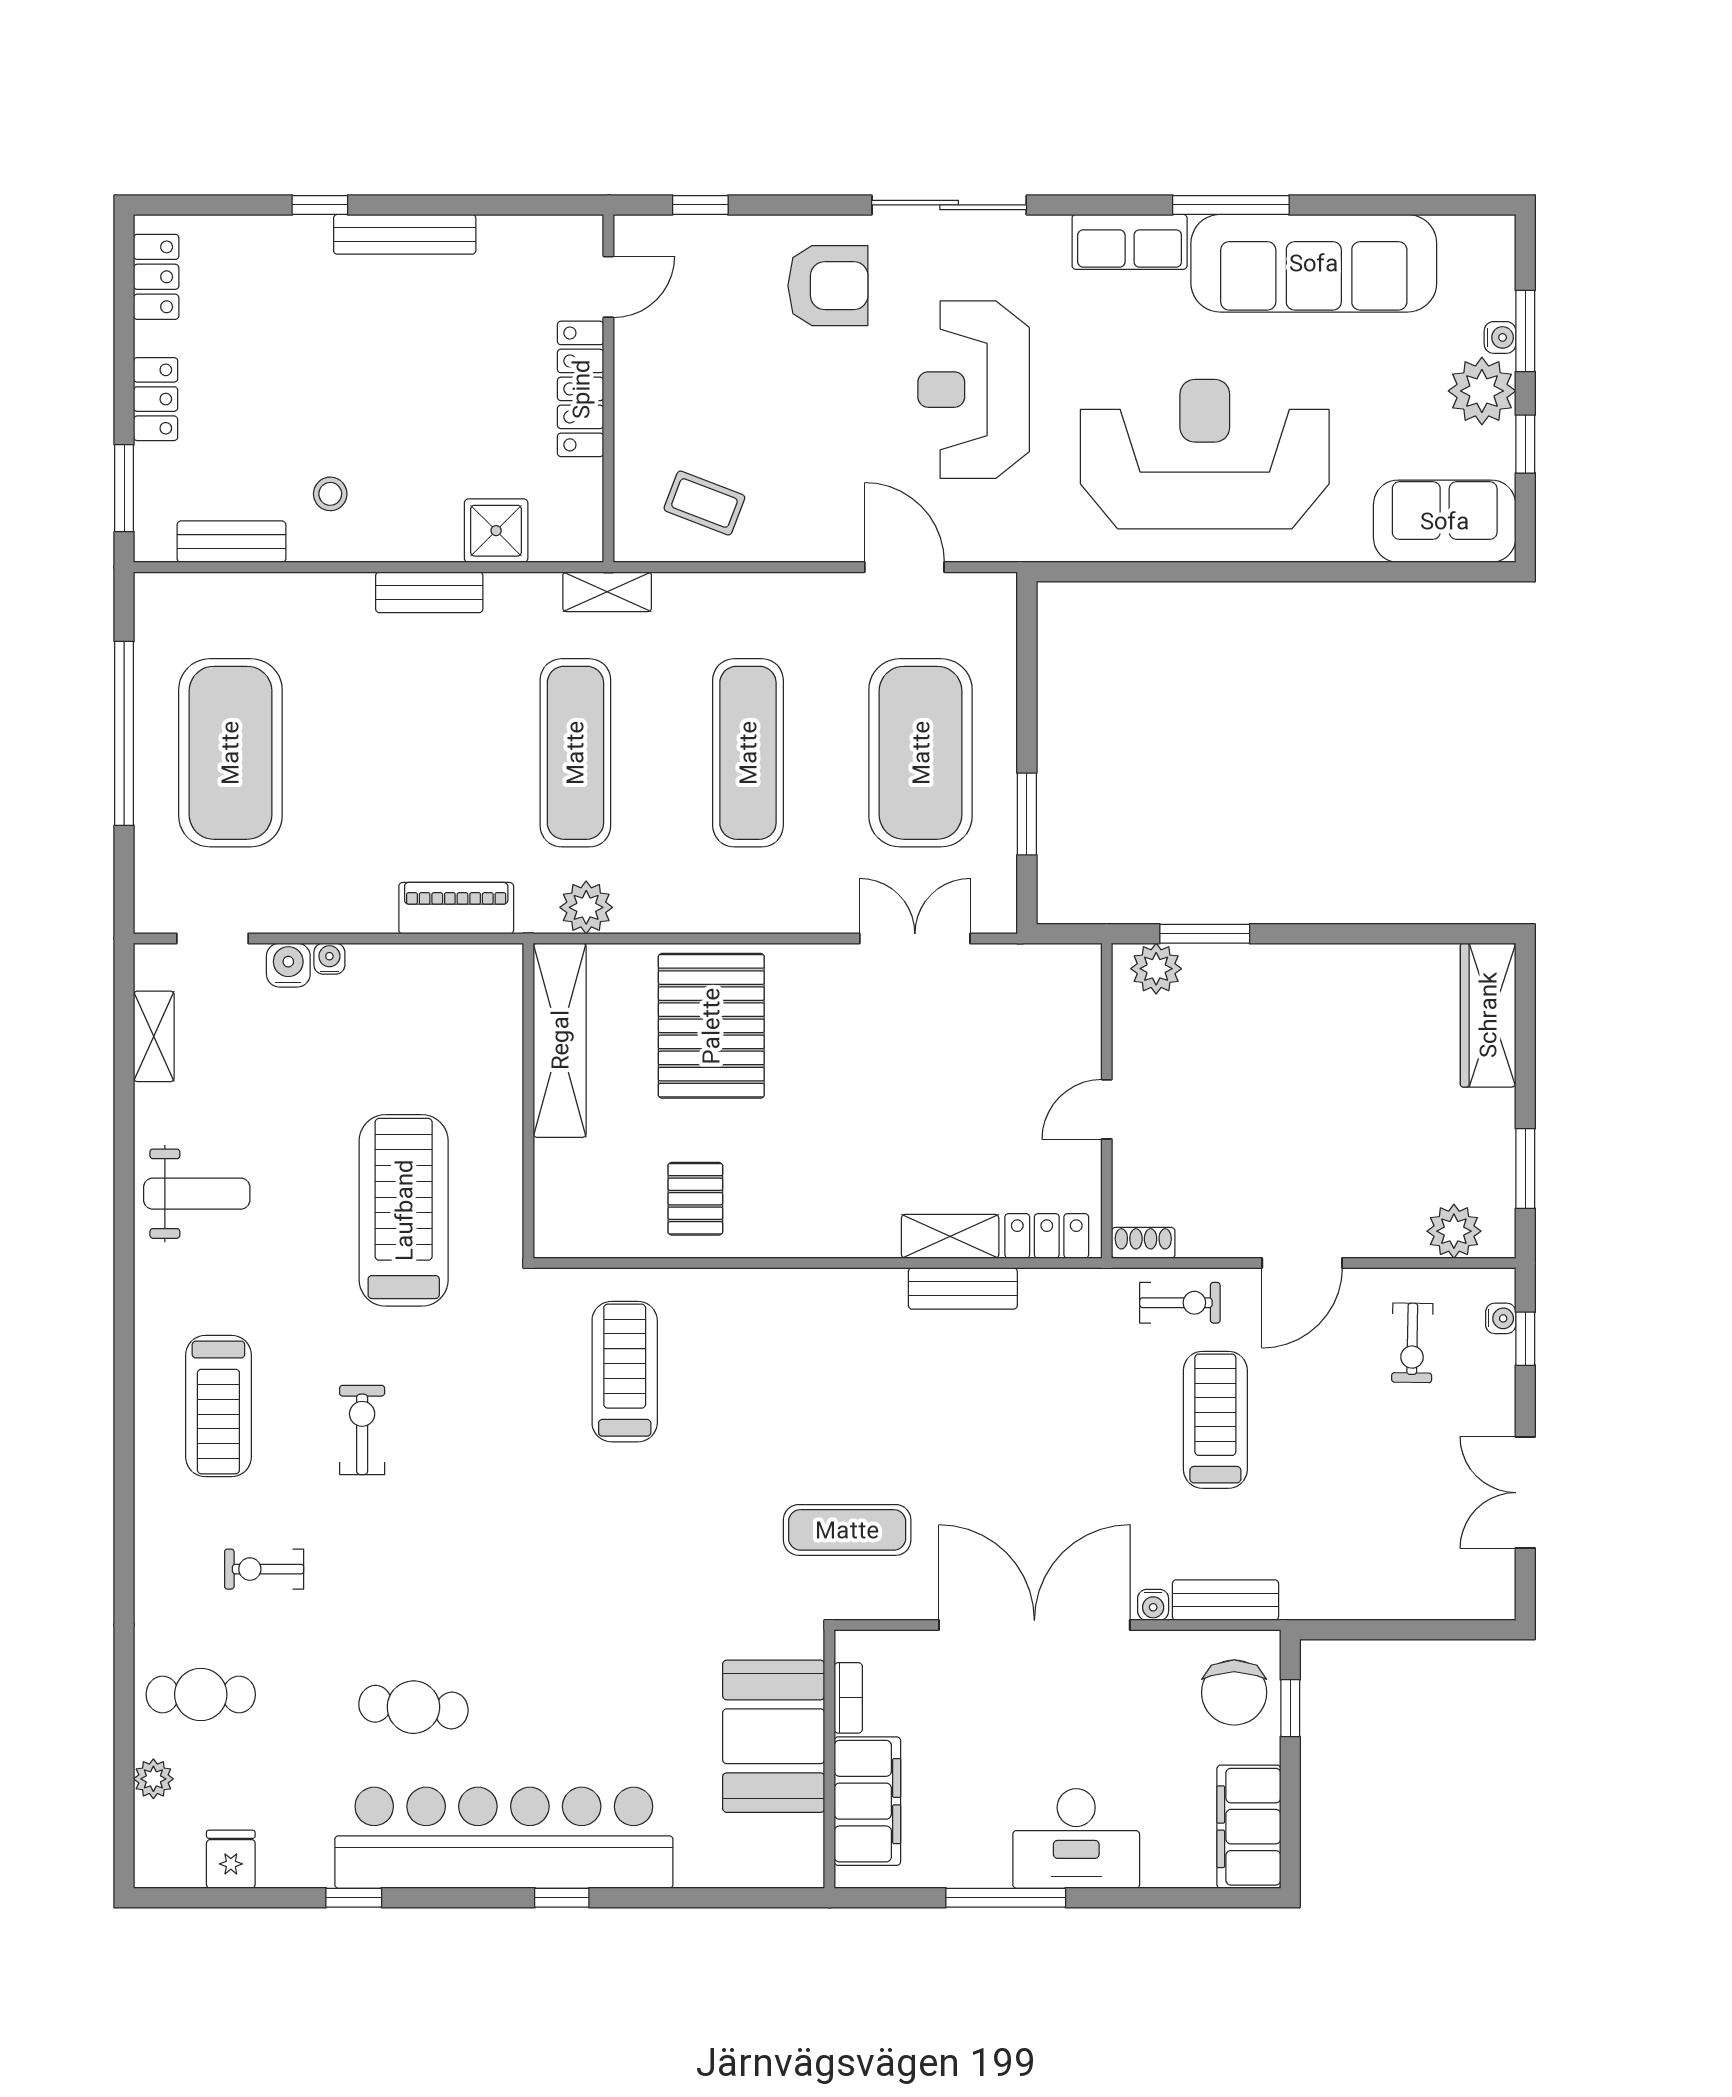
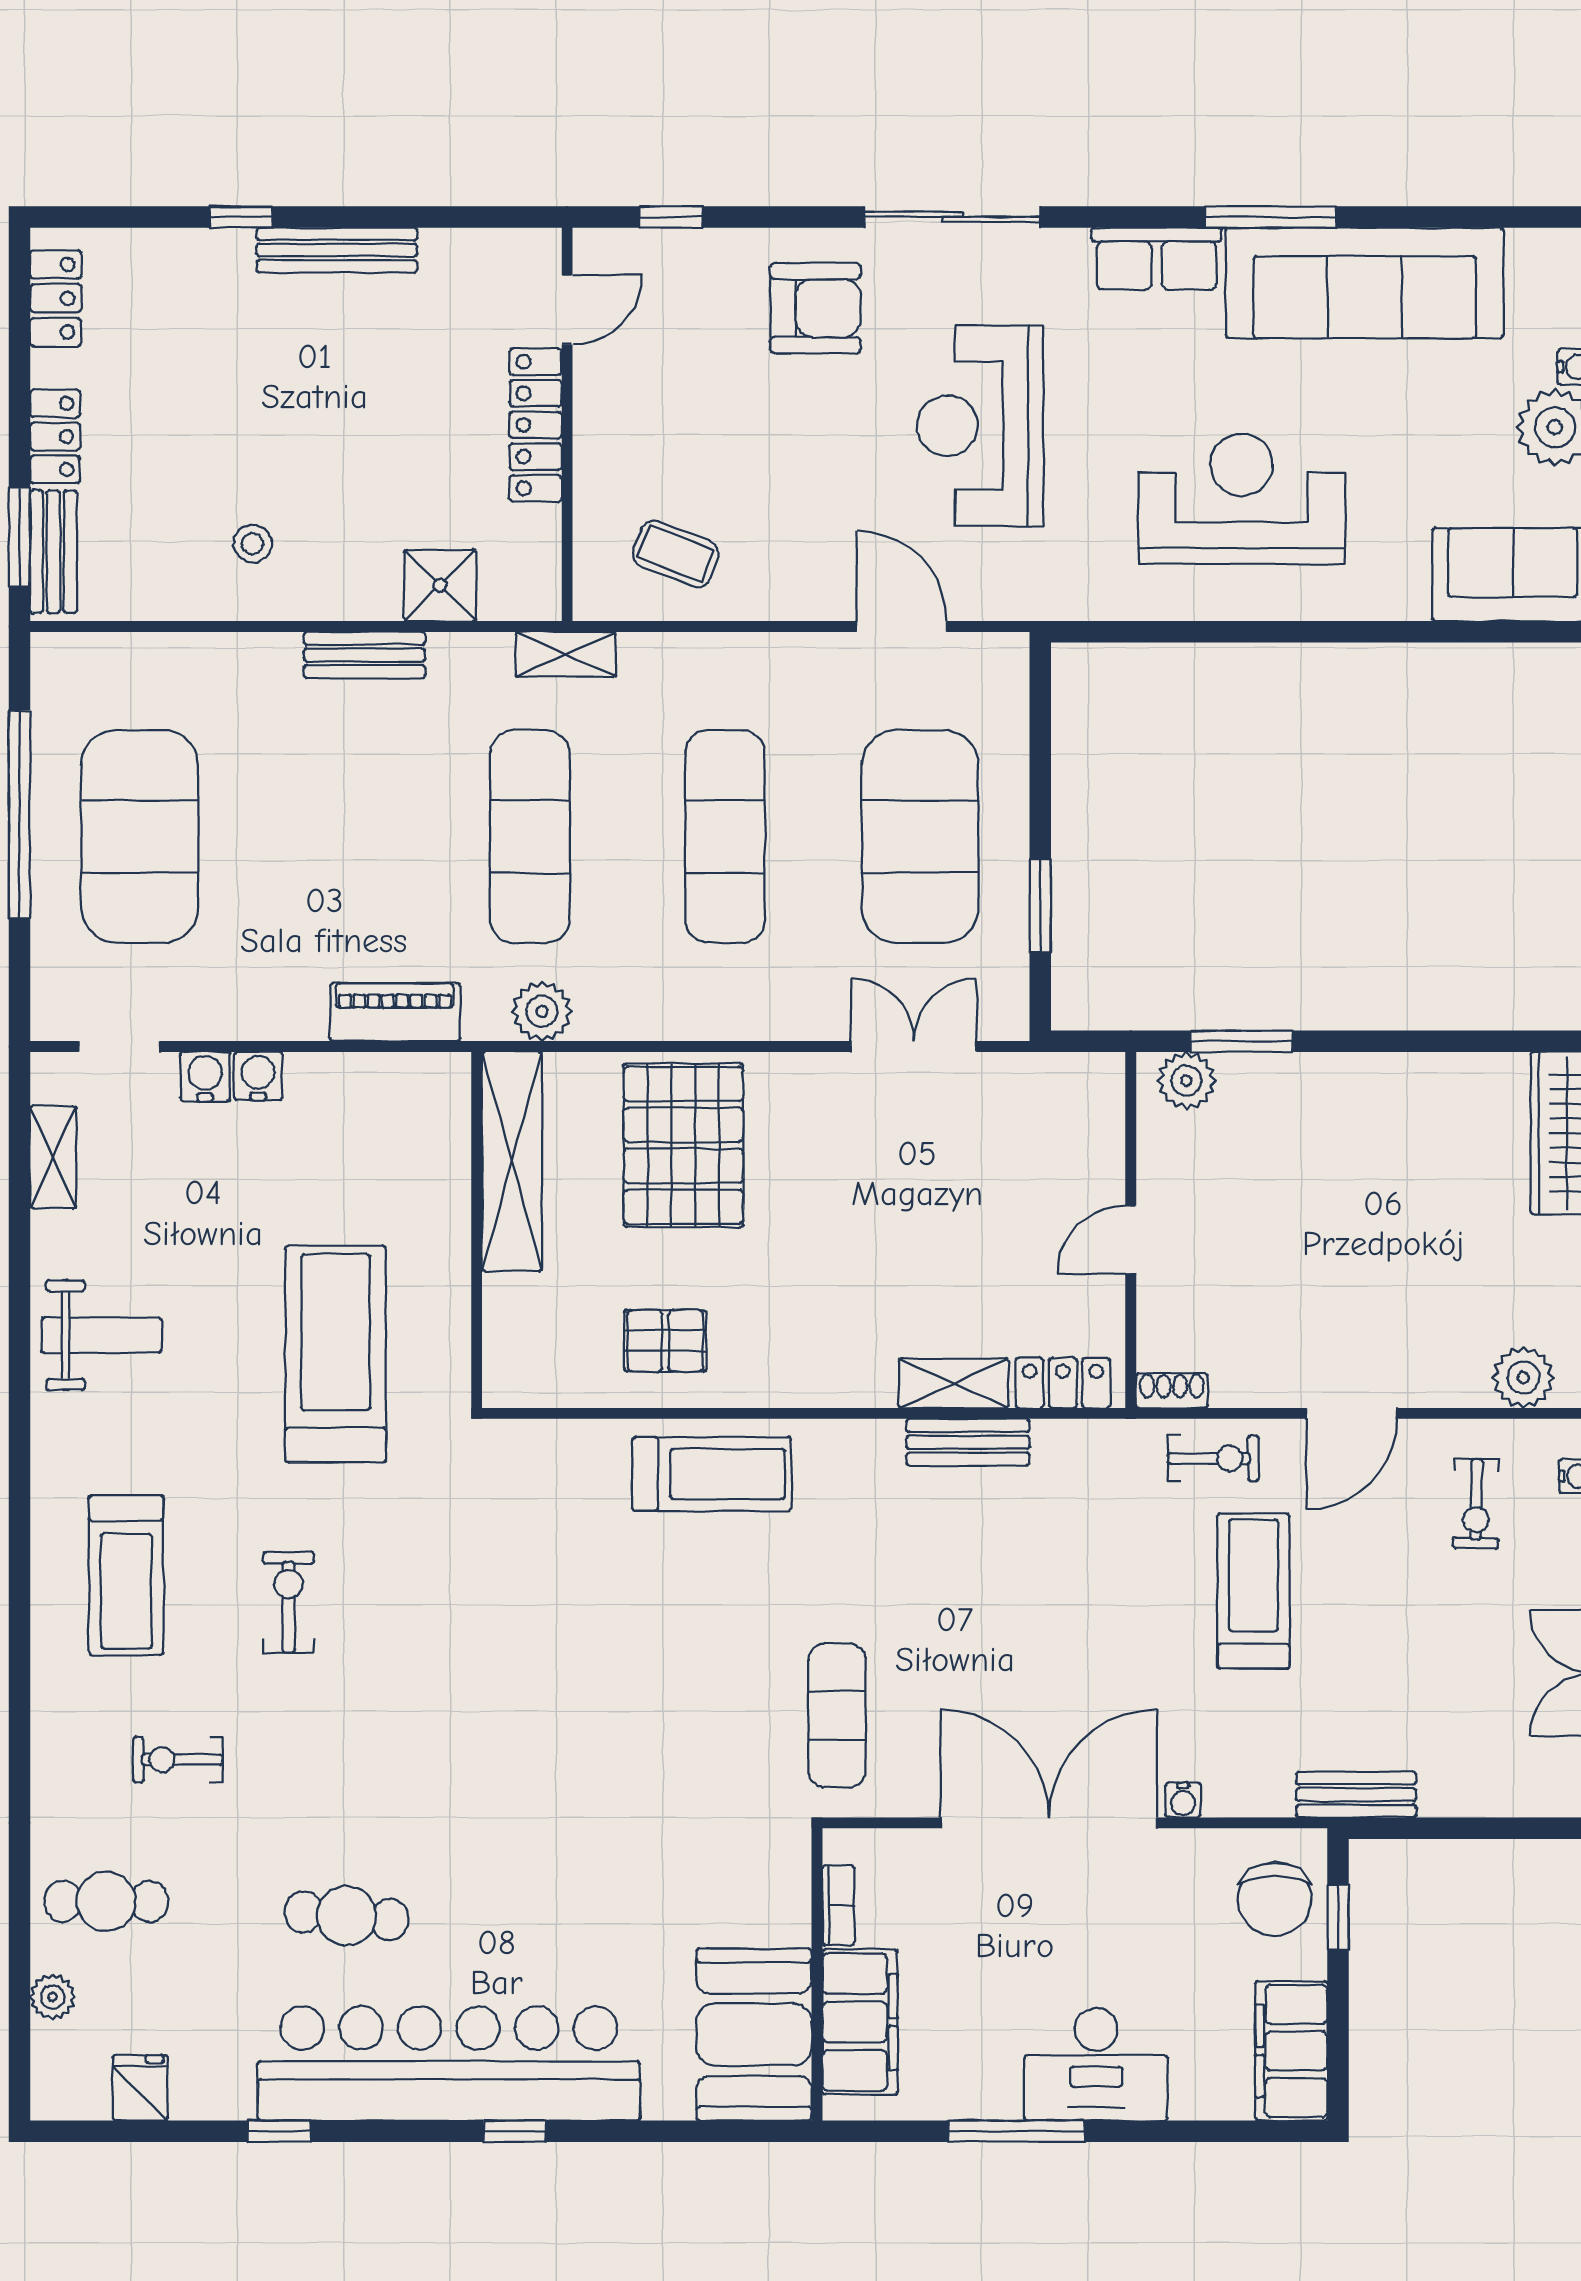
reception desk: (1205, 454) -> (1241, 499), width x0.74, depth x0.77
bench: (231, 542) -> (53, 552), moved, turned 90
water cooler: (329, 959) -> (258, 1076), width x1.38, depth x1.38
pallet: (695, 1199) -> (665, 1341), turned 90
treadmill: (625, 1372) -> (712, 1474), moved, turned 90
exercise mat: (847, 1530) -> (837, 1715), turned 90
bench: (1225, 1600) -> (1356, 1795), moved
booth: (774, 1736) -> (754, 2035), moved

